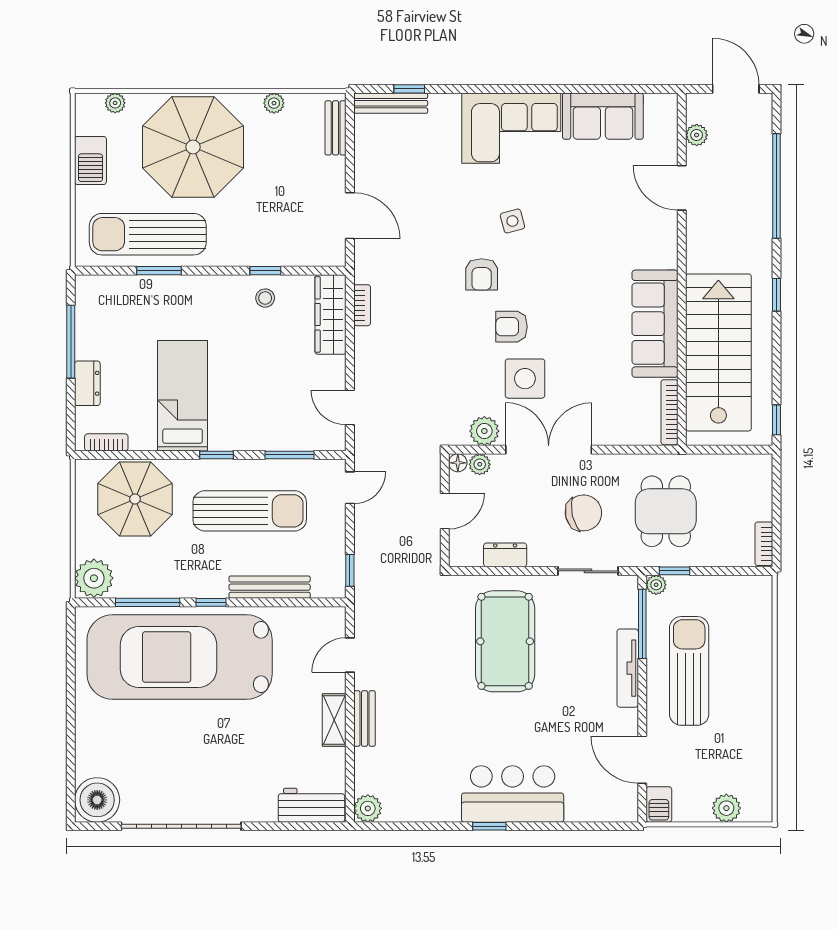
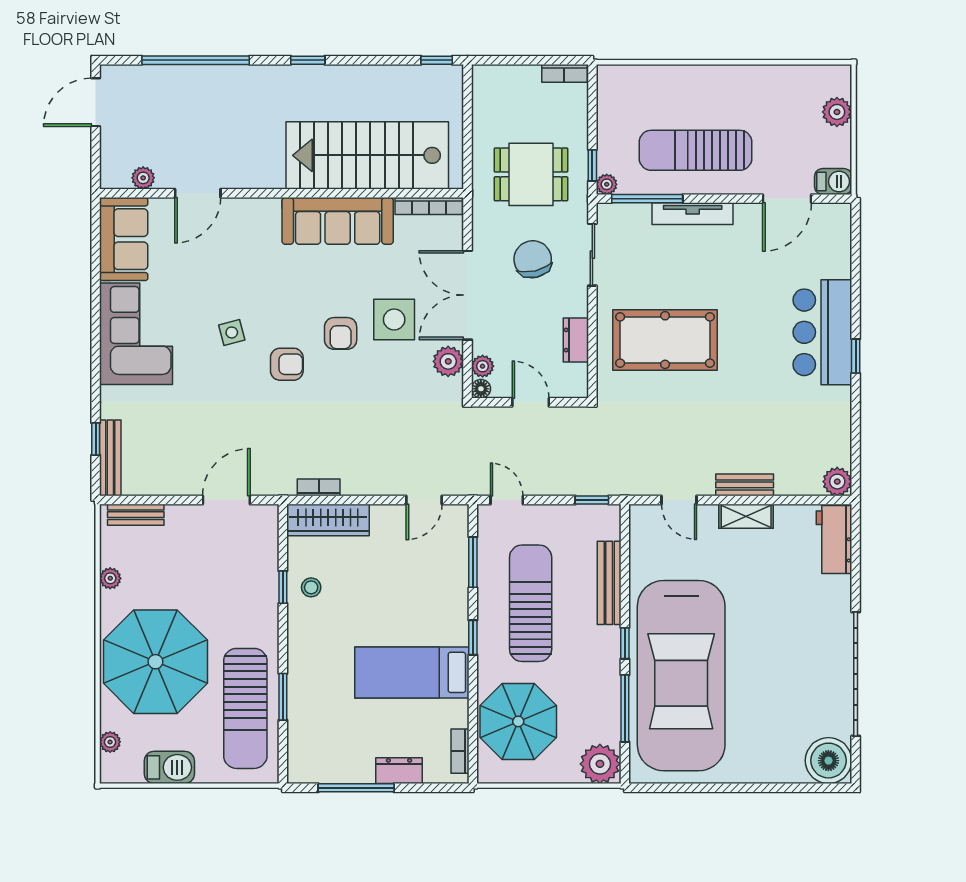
plant: (697, 135) -> (143, 178), moved
door: (682, 188) -> (198, 193), moved
wall: (682, 269) -> (282, 193), moved
sofa: (655, 324) -> (338, 221), moved
stairs: (718, 352) -> (367, 155), moved
bookcase: (669, 412) -> (429, 206), moved

